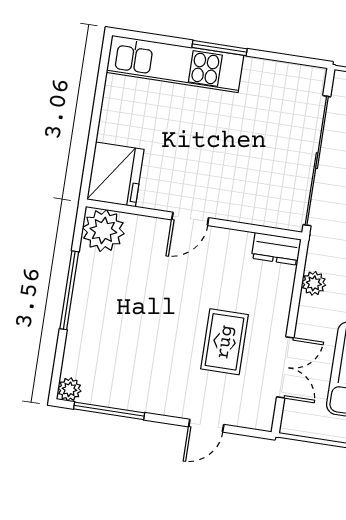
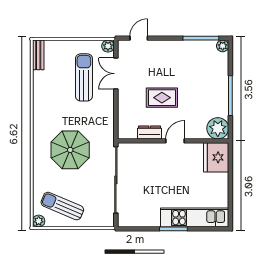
dresser: (276, 249) -> (150, 132), moved
plant: (314, 283) -> (108, 46), moved
rug: (225, 342) -> (162, 98), moved, turned 90
door: (206, 426) -> (139, 38), moved

